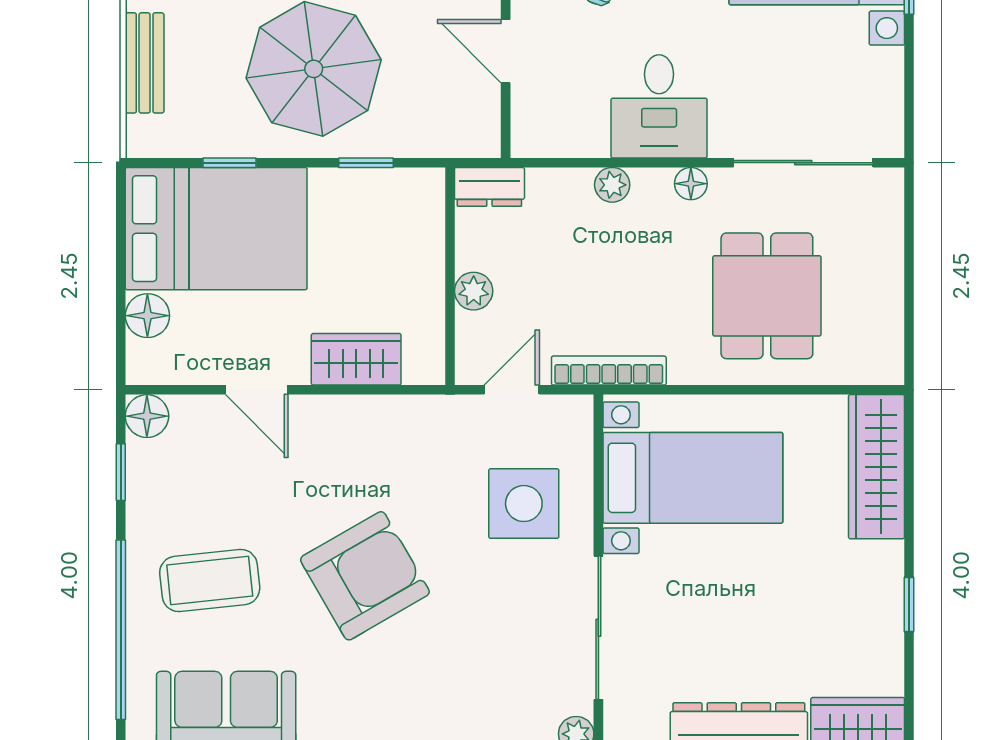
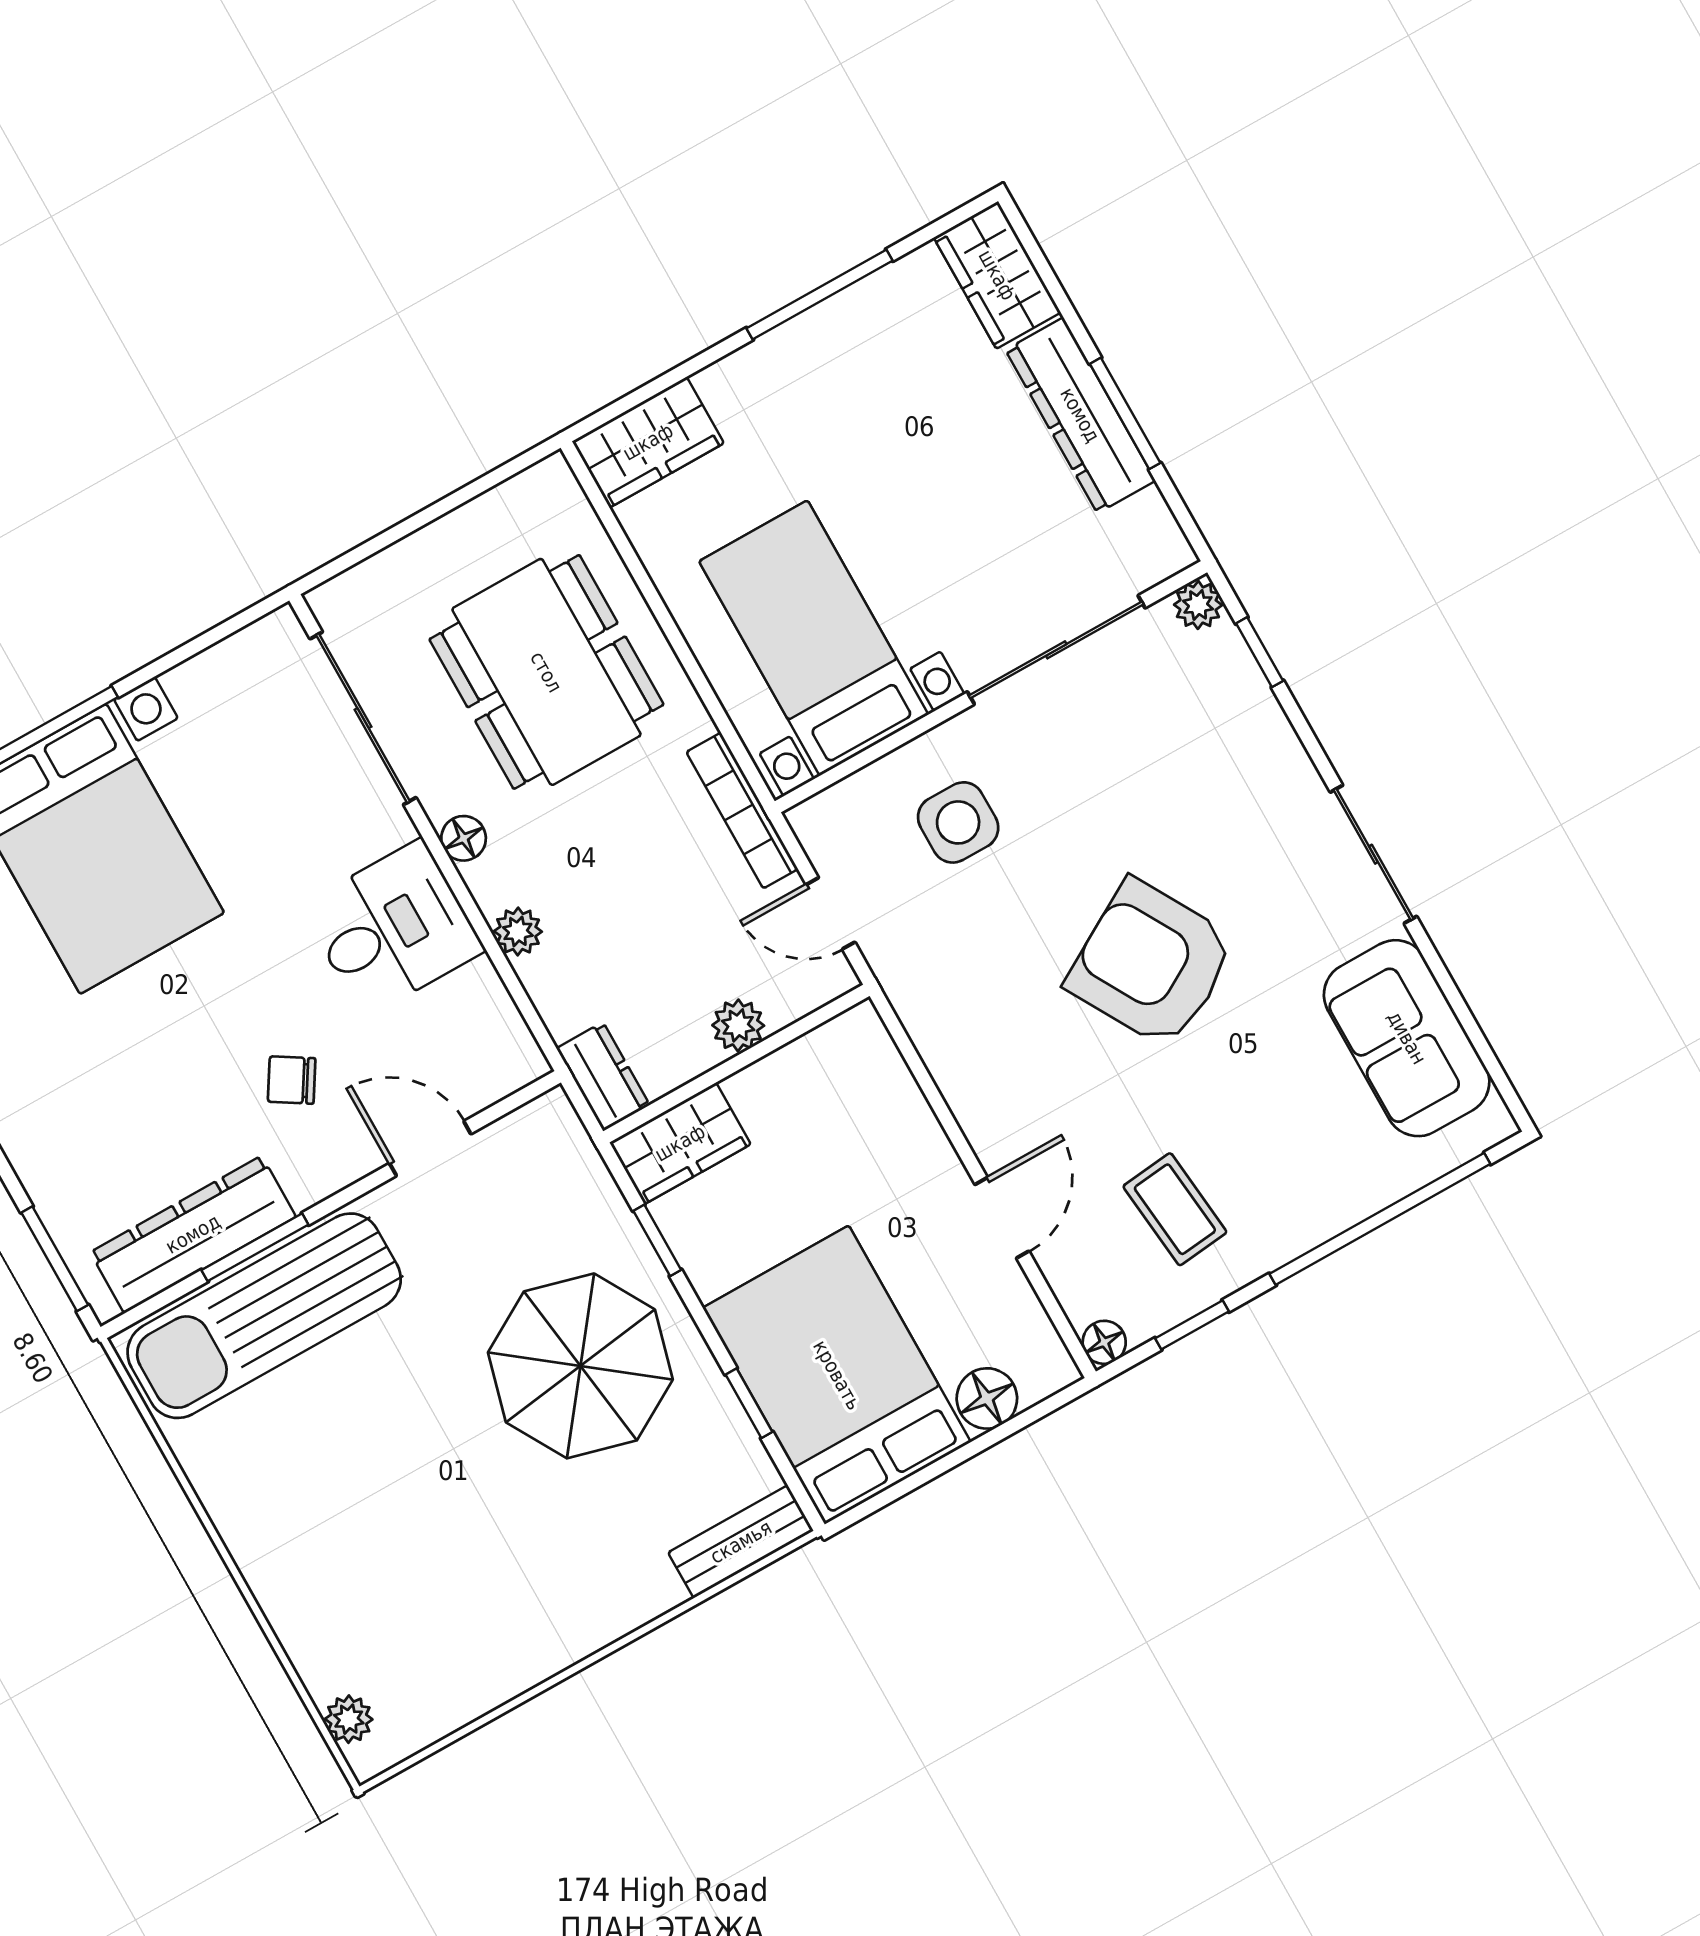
door: (506, 51) -> (430, 1149), swing flipped
bench: (145, 63) -> (741, 1542), moved
dining table: (767, 296) -> (546, 672), width x1.37
wardrobe: (356, 359) -> (680, 1143), moved, turned -90
floor lamp: (147, 416) -> (1104, 1342), width x0.73, depth x0.73
wardrobe: (876, 467) -> (648, 442), width x0.67
side table: (524, 504) -> (958, 822), width x0.73, depth x0.73
coffee table: (210, 580) -> (1175, 1209), moved, width x0.73, depth x0.77
window: (909, 605) -> (819, 294), width x2.17

